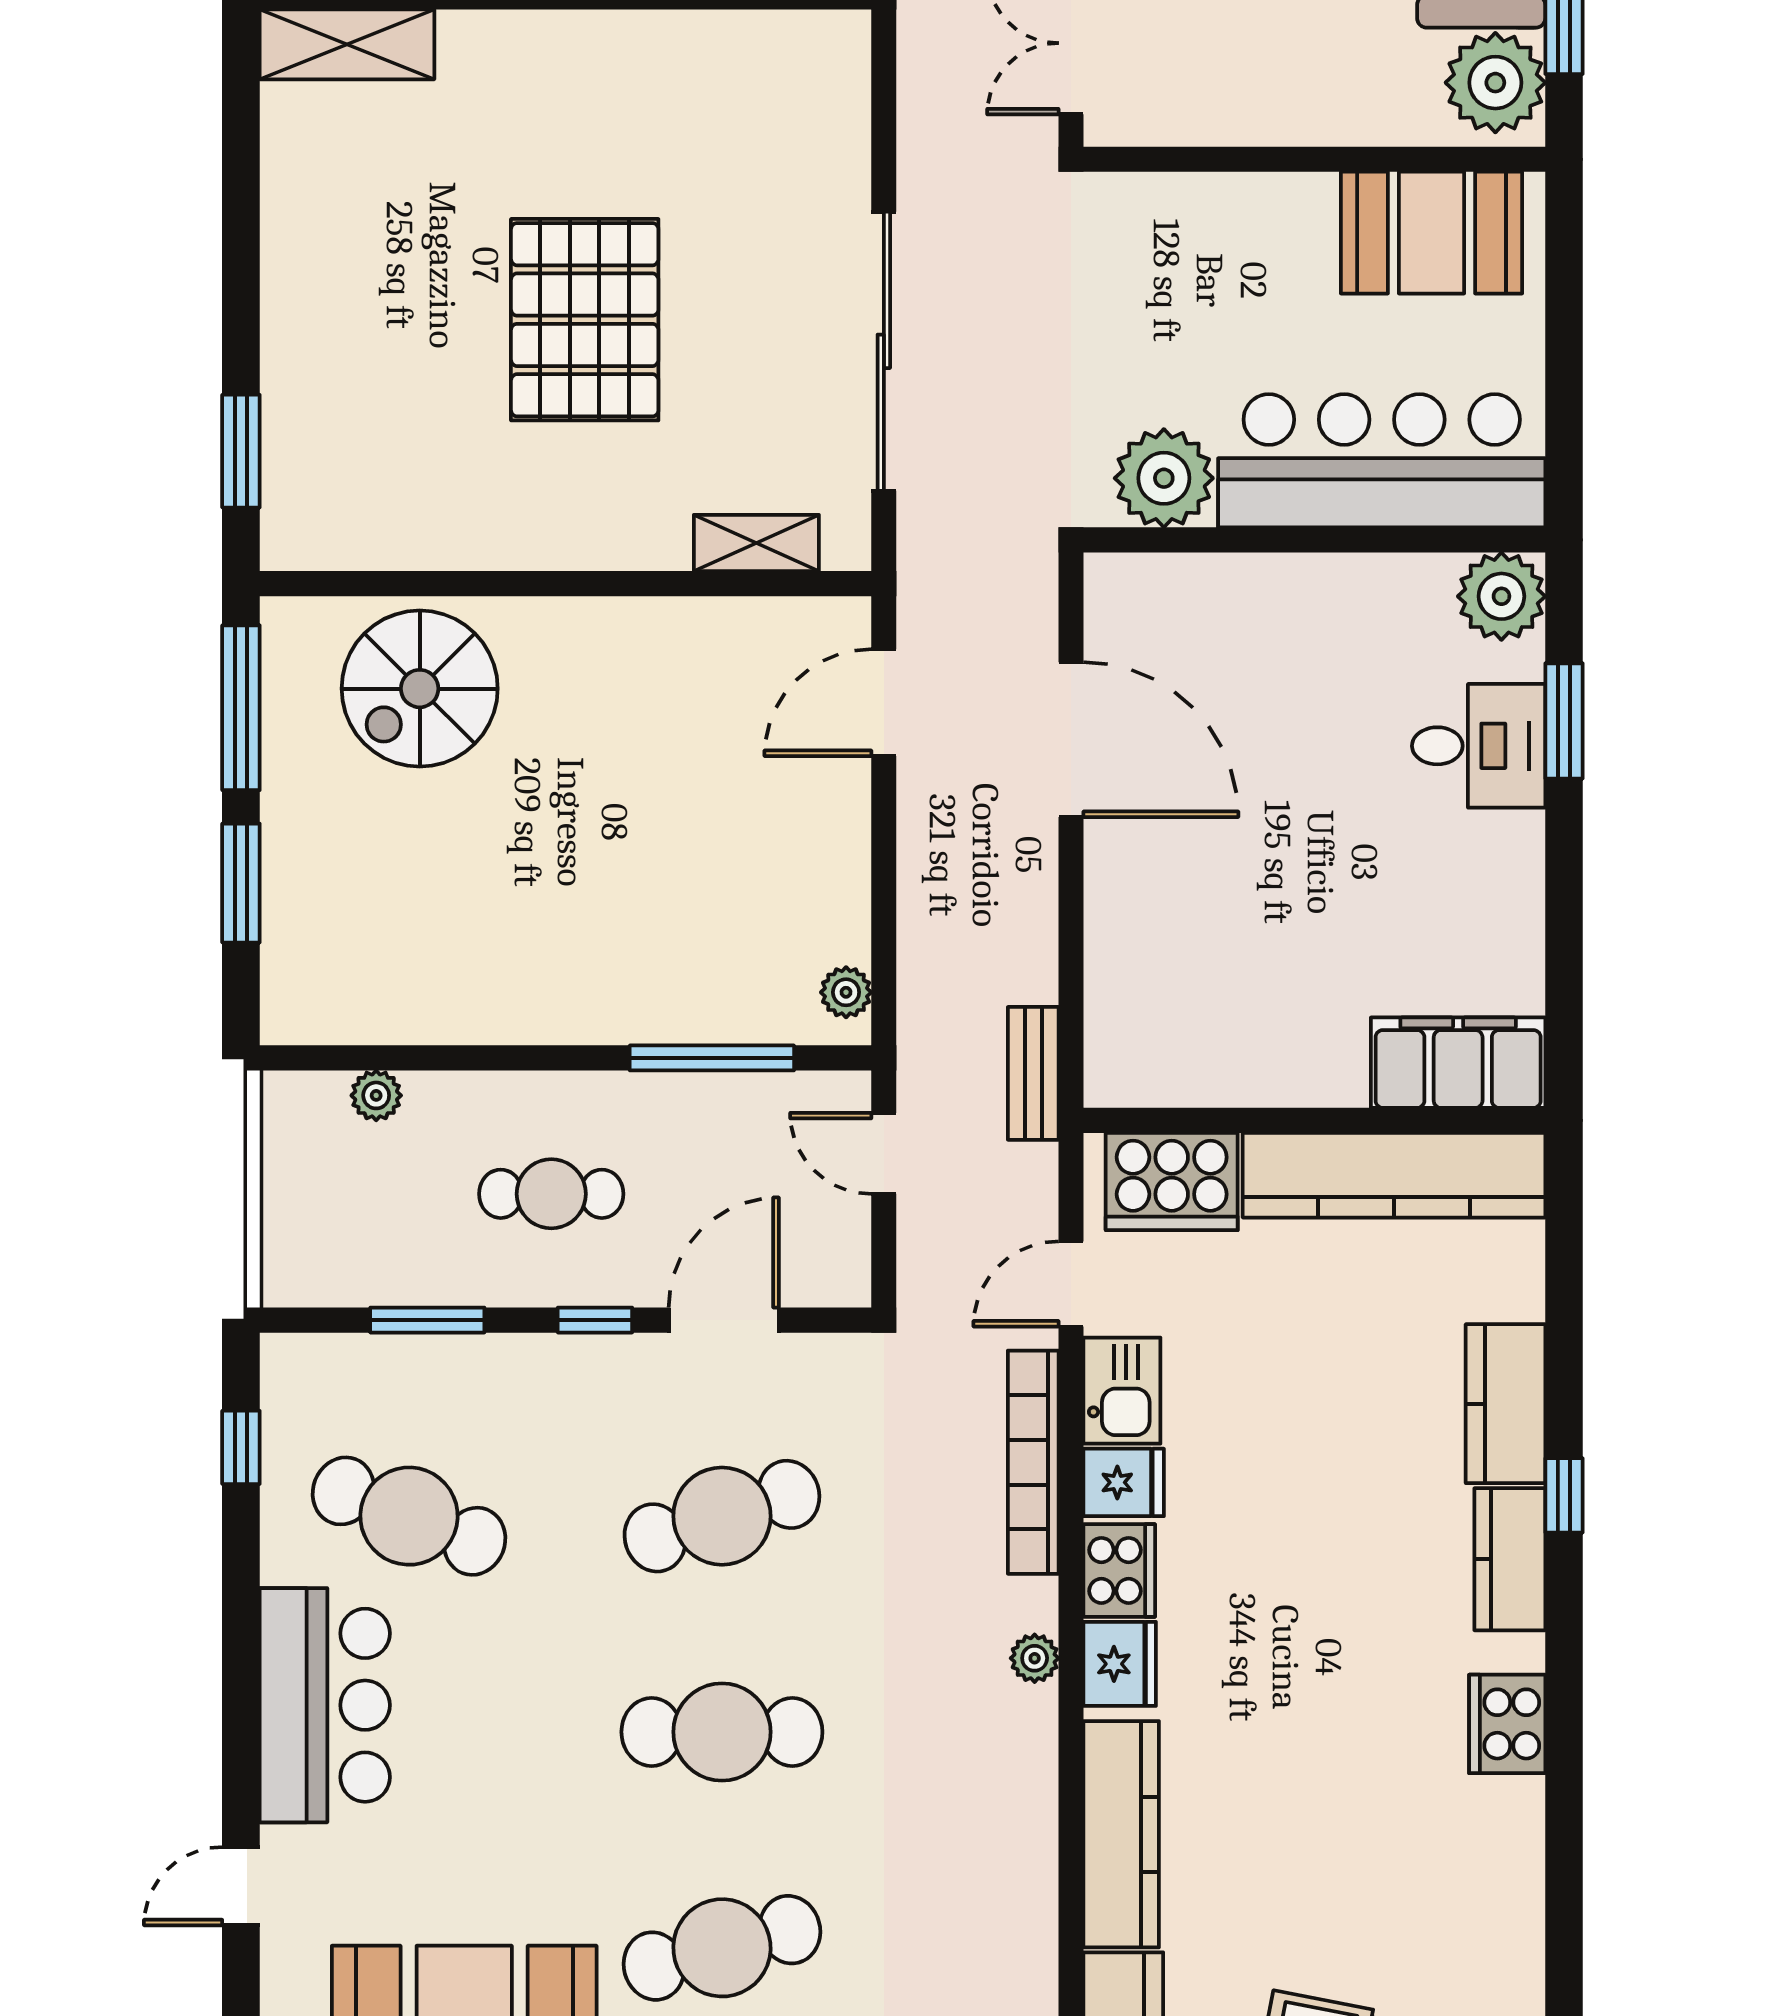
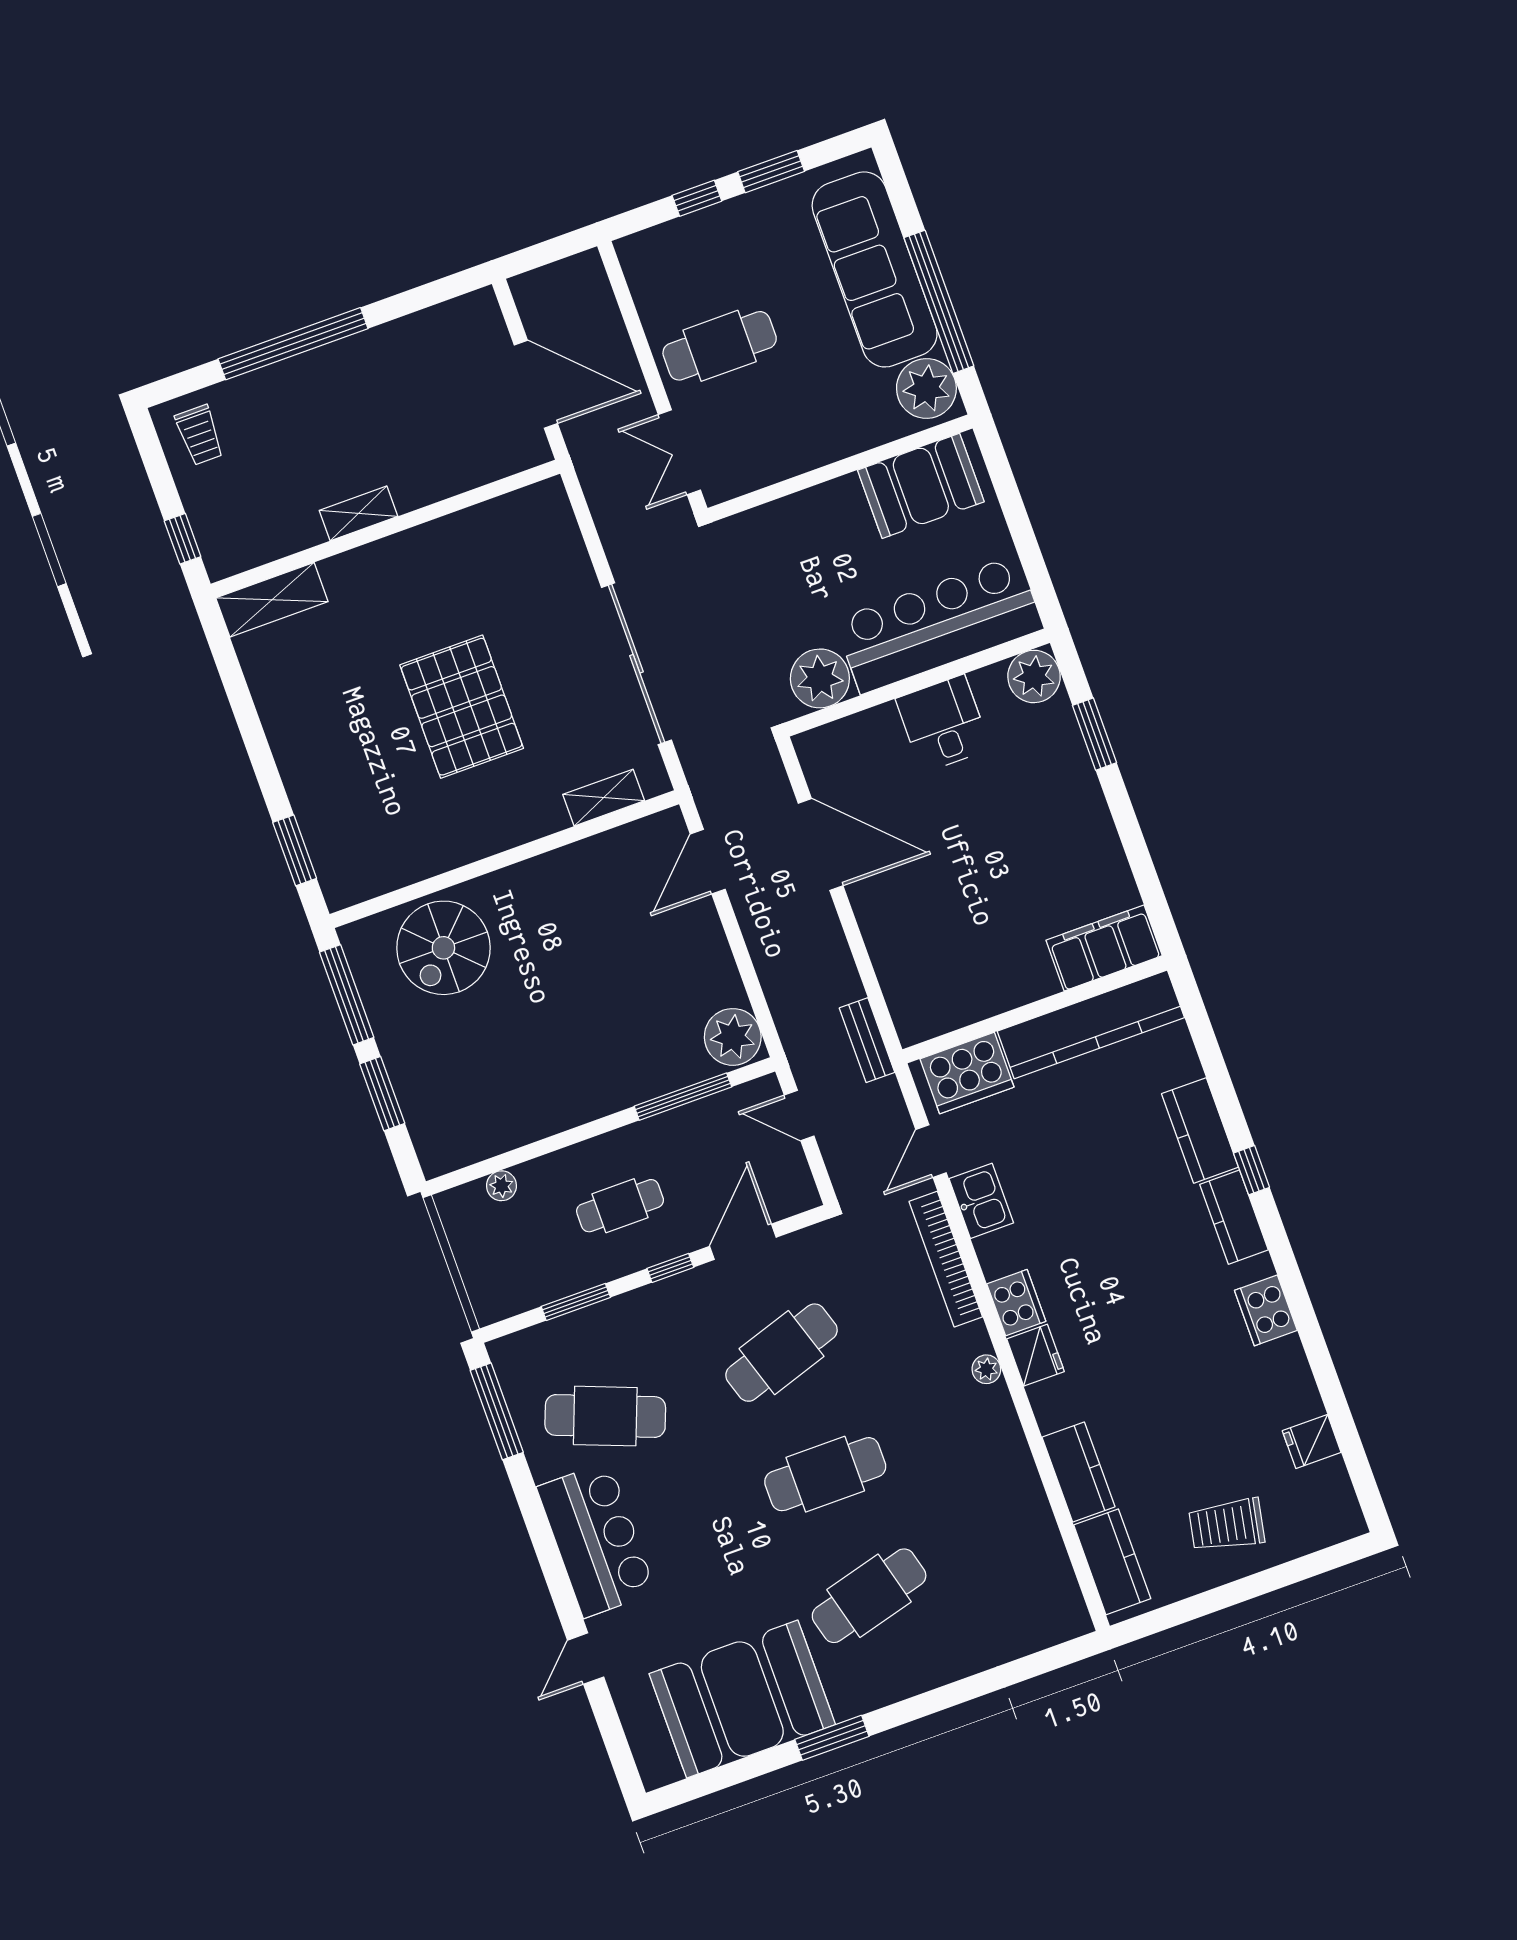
desk: (1479, 746) -> (943, 724), moved, turned -90
plant: (846, 992) -> (733, 1037), width x1.88, depth x1.88
window: (241, 1447) -> (497, 1411), width x2.17
fridge: (1124, 1482) -> (1312, 1442), moved, turned 180
kitchen counter: (1121, 1834) -> (1078, 1472), width x0.67

